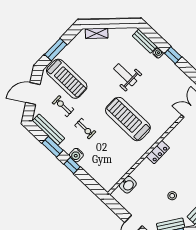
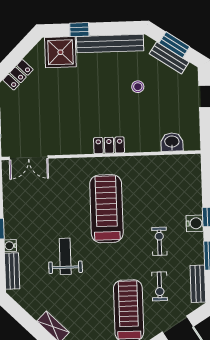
weight bench: (125, 75) -> (65, 256), turned 180
treadmill: (128, 119) -> (106, 209), turned 180
bench: (49, 130) -> (198, 284), width x0.73

